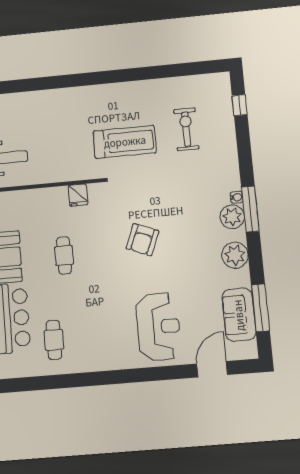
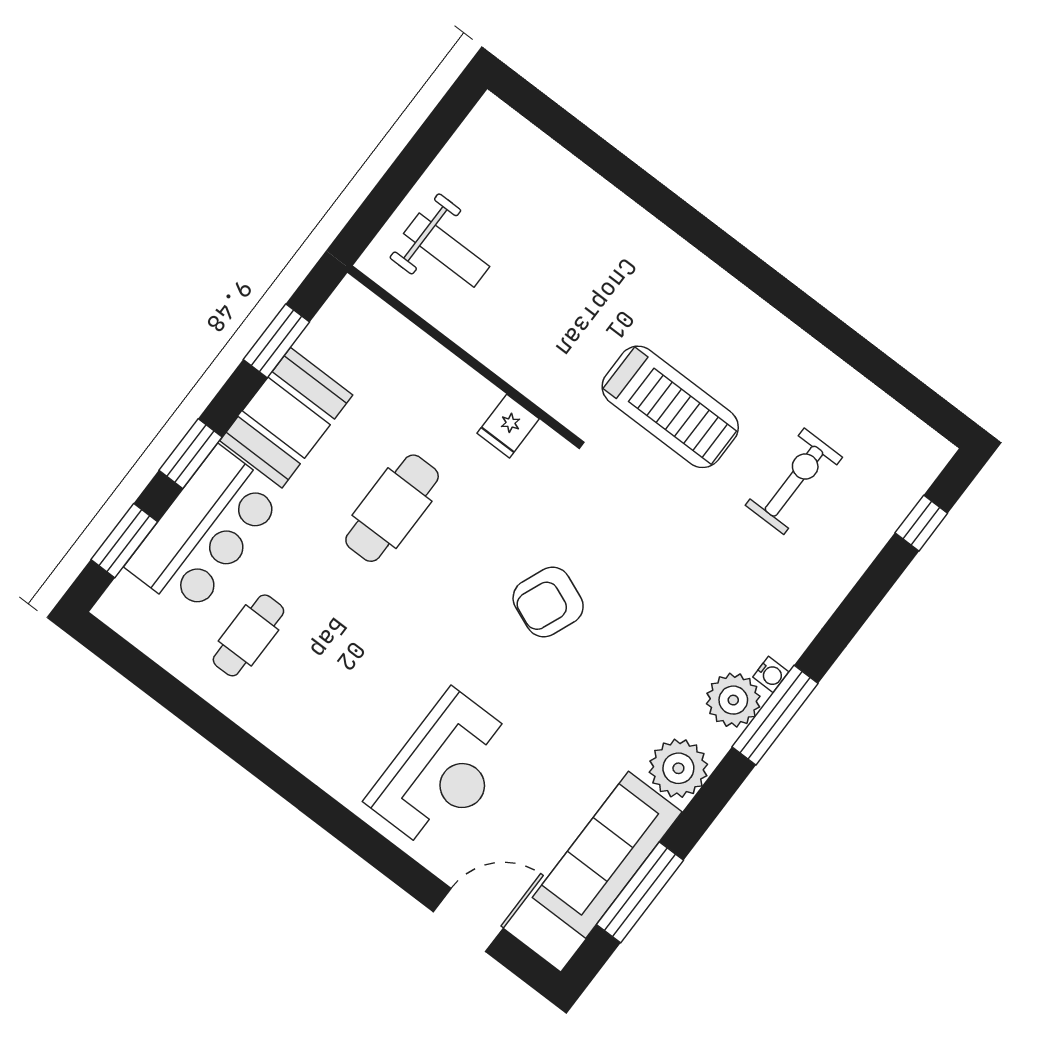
cafe table: (64, 255) -> (392, 508), width x1.37, depth x1.35
sofa: (239, 315) -> (607, 855), width x1.36

